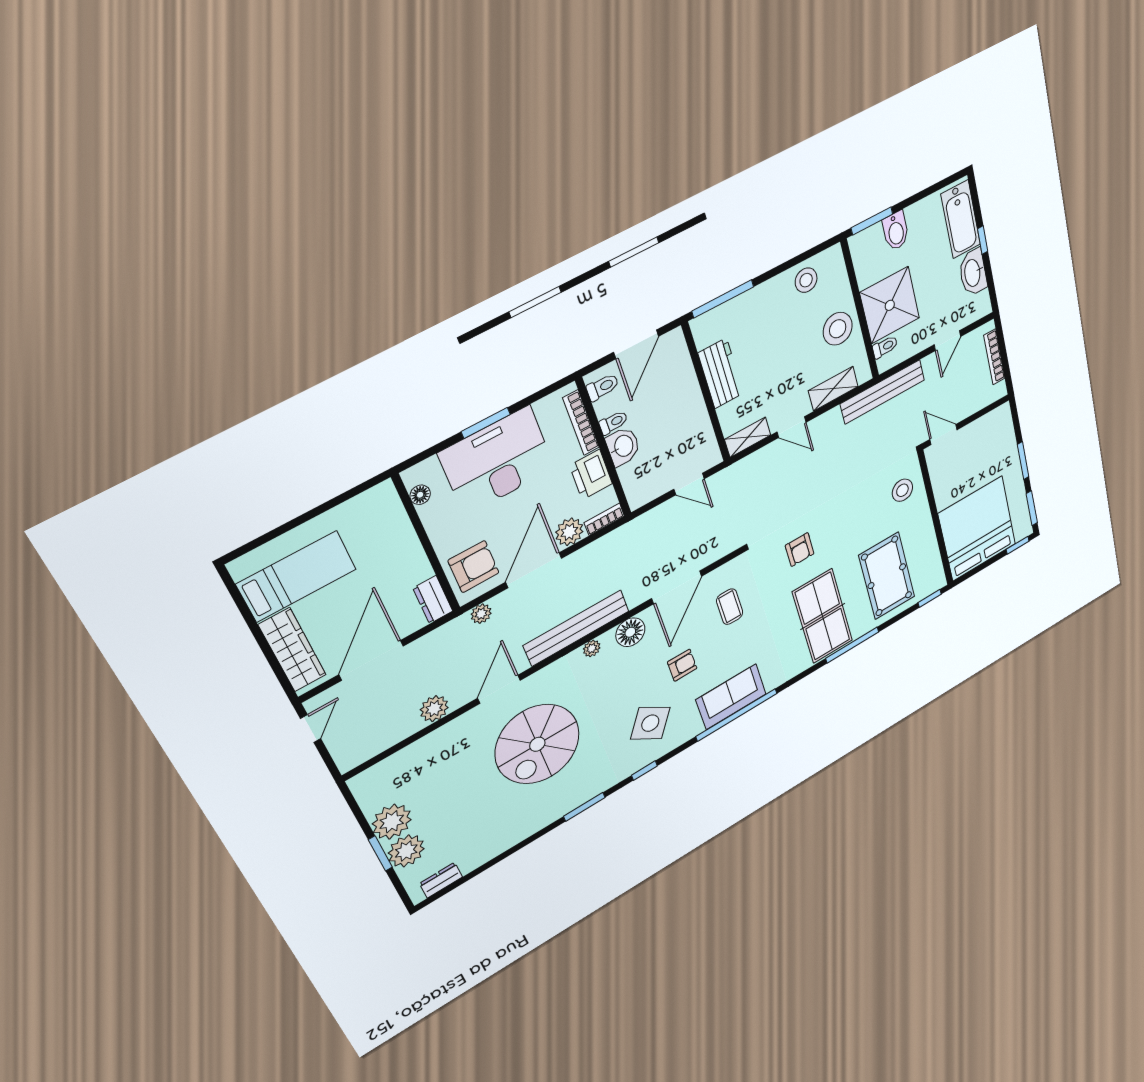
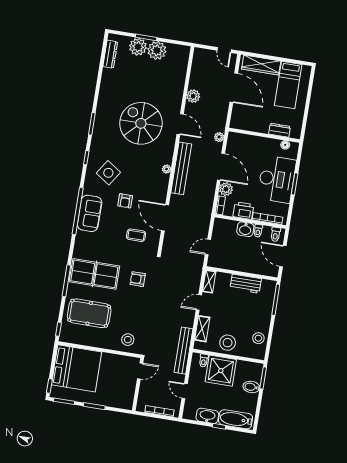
armchair: (474, 567) -> (241, 146), removed
dresser: (433, 600) -> (279, 130), moved
floor lamp: (630, 632) -> (160, 188), removed
dresser: (441, 880) -> (110, 54), width x1.44

